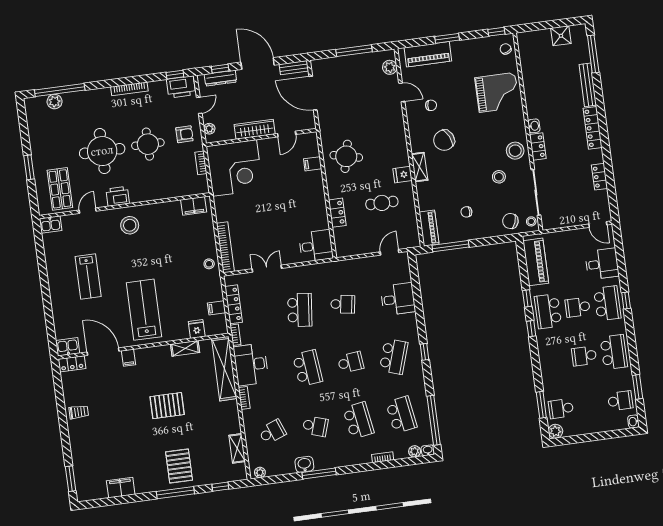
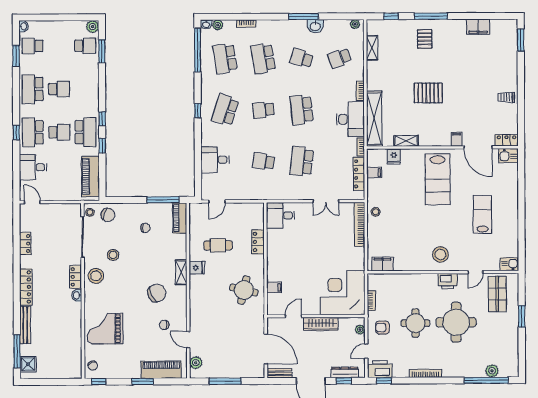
shower: (561, 36) -> (28, 364), moved
pallet: (179, 466) -> (425, 39), width x0.67, depth x0.71

